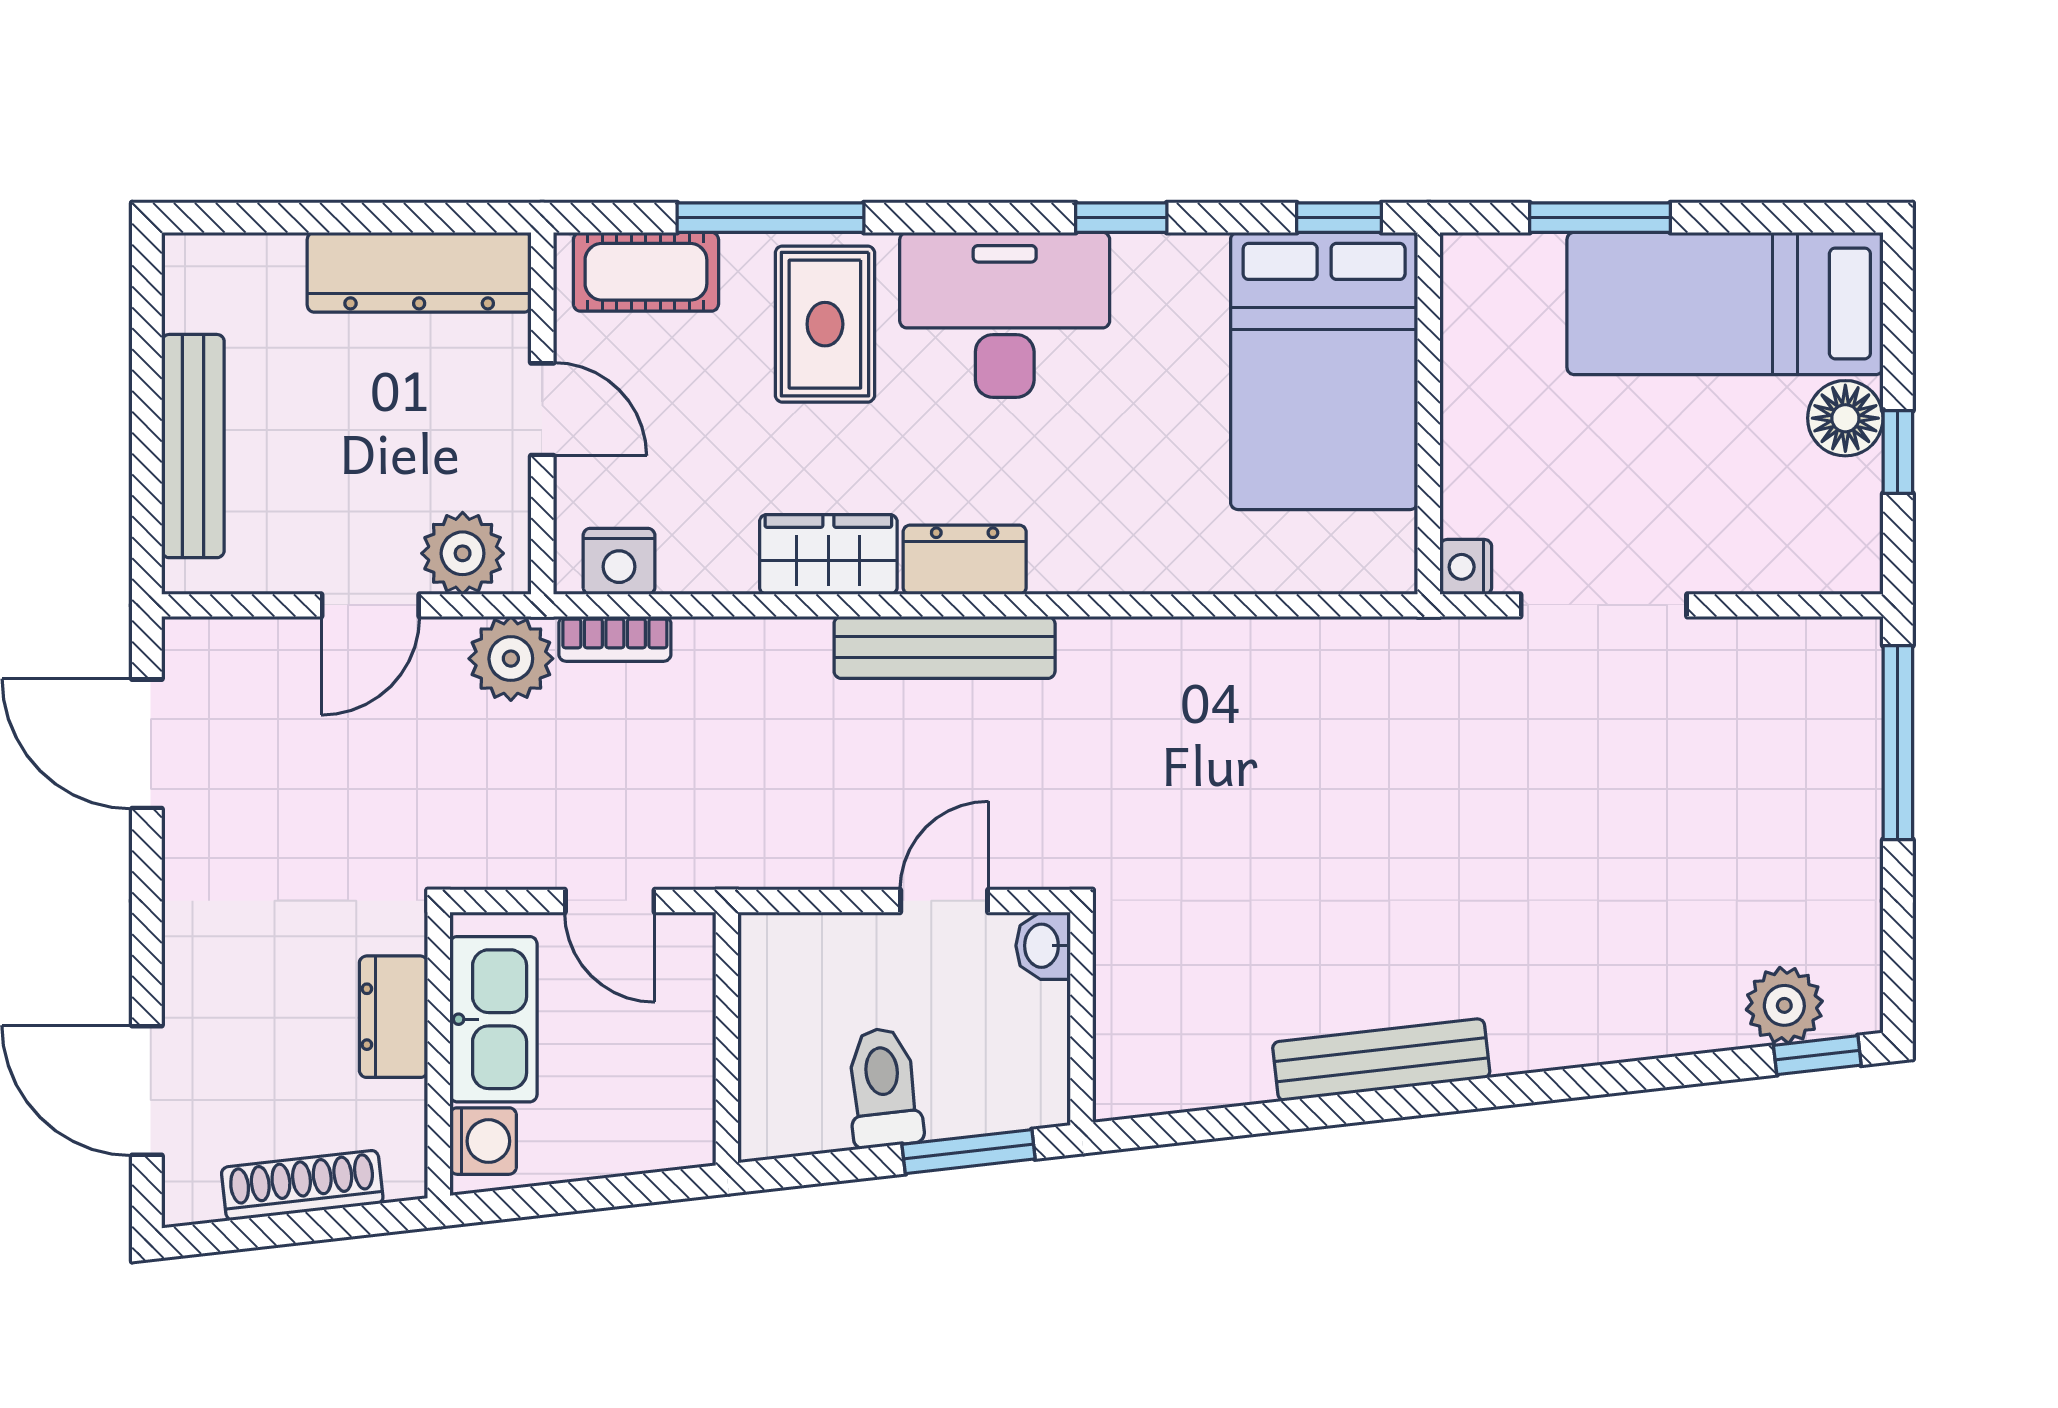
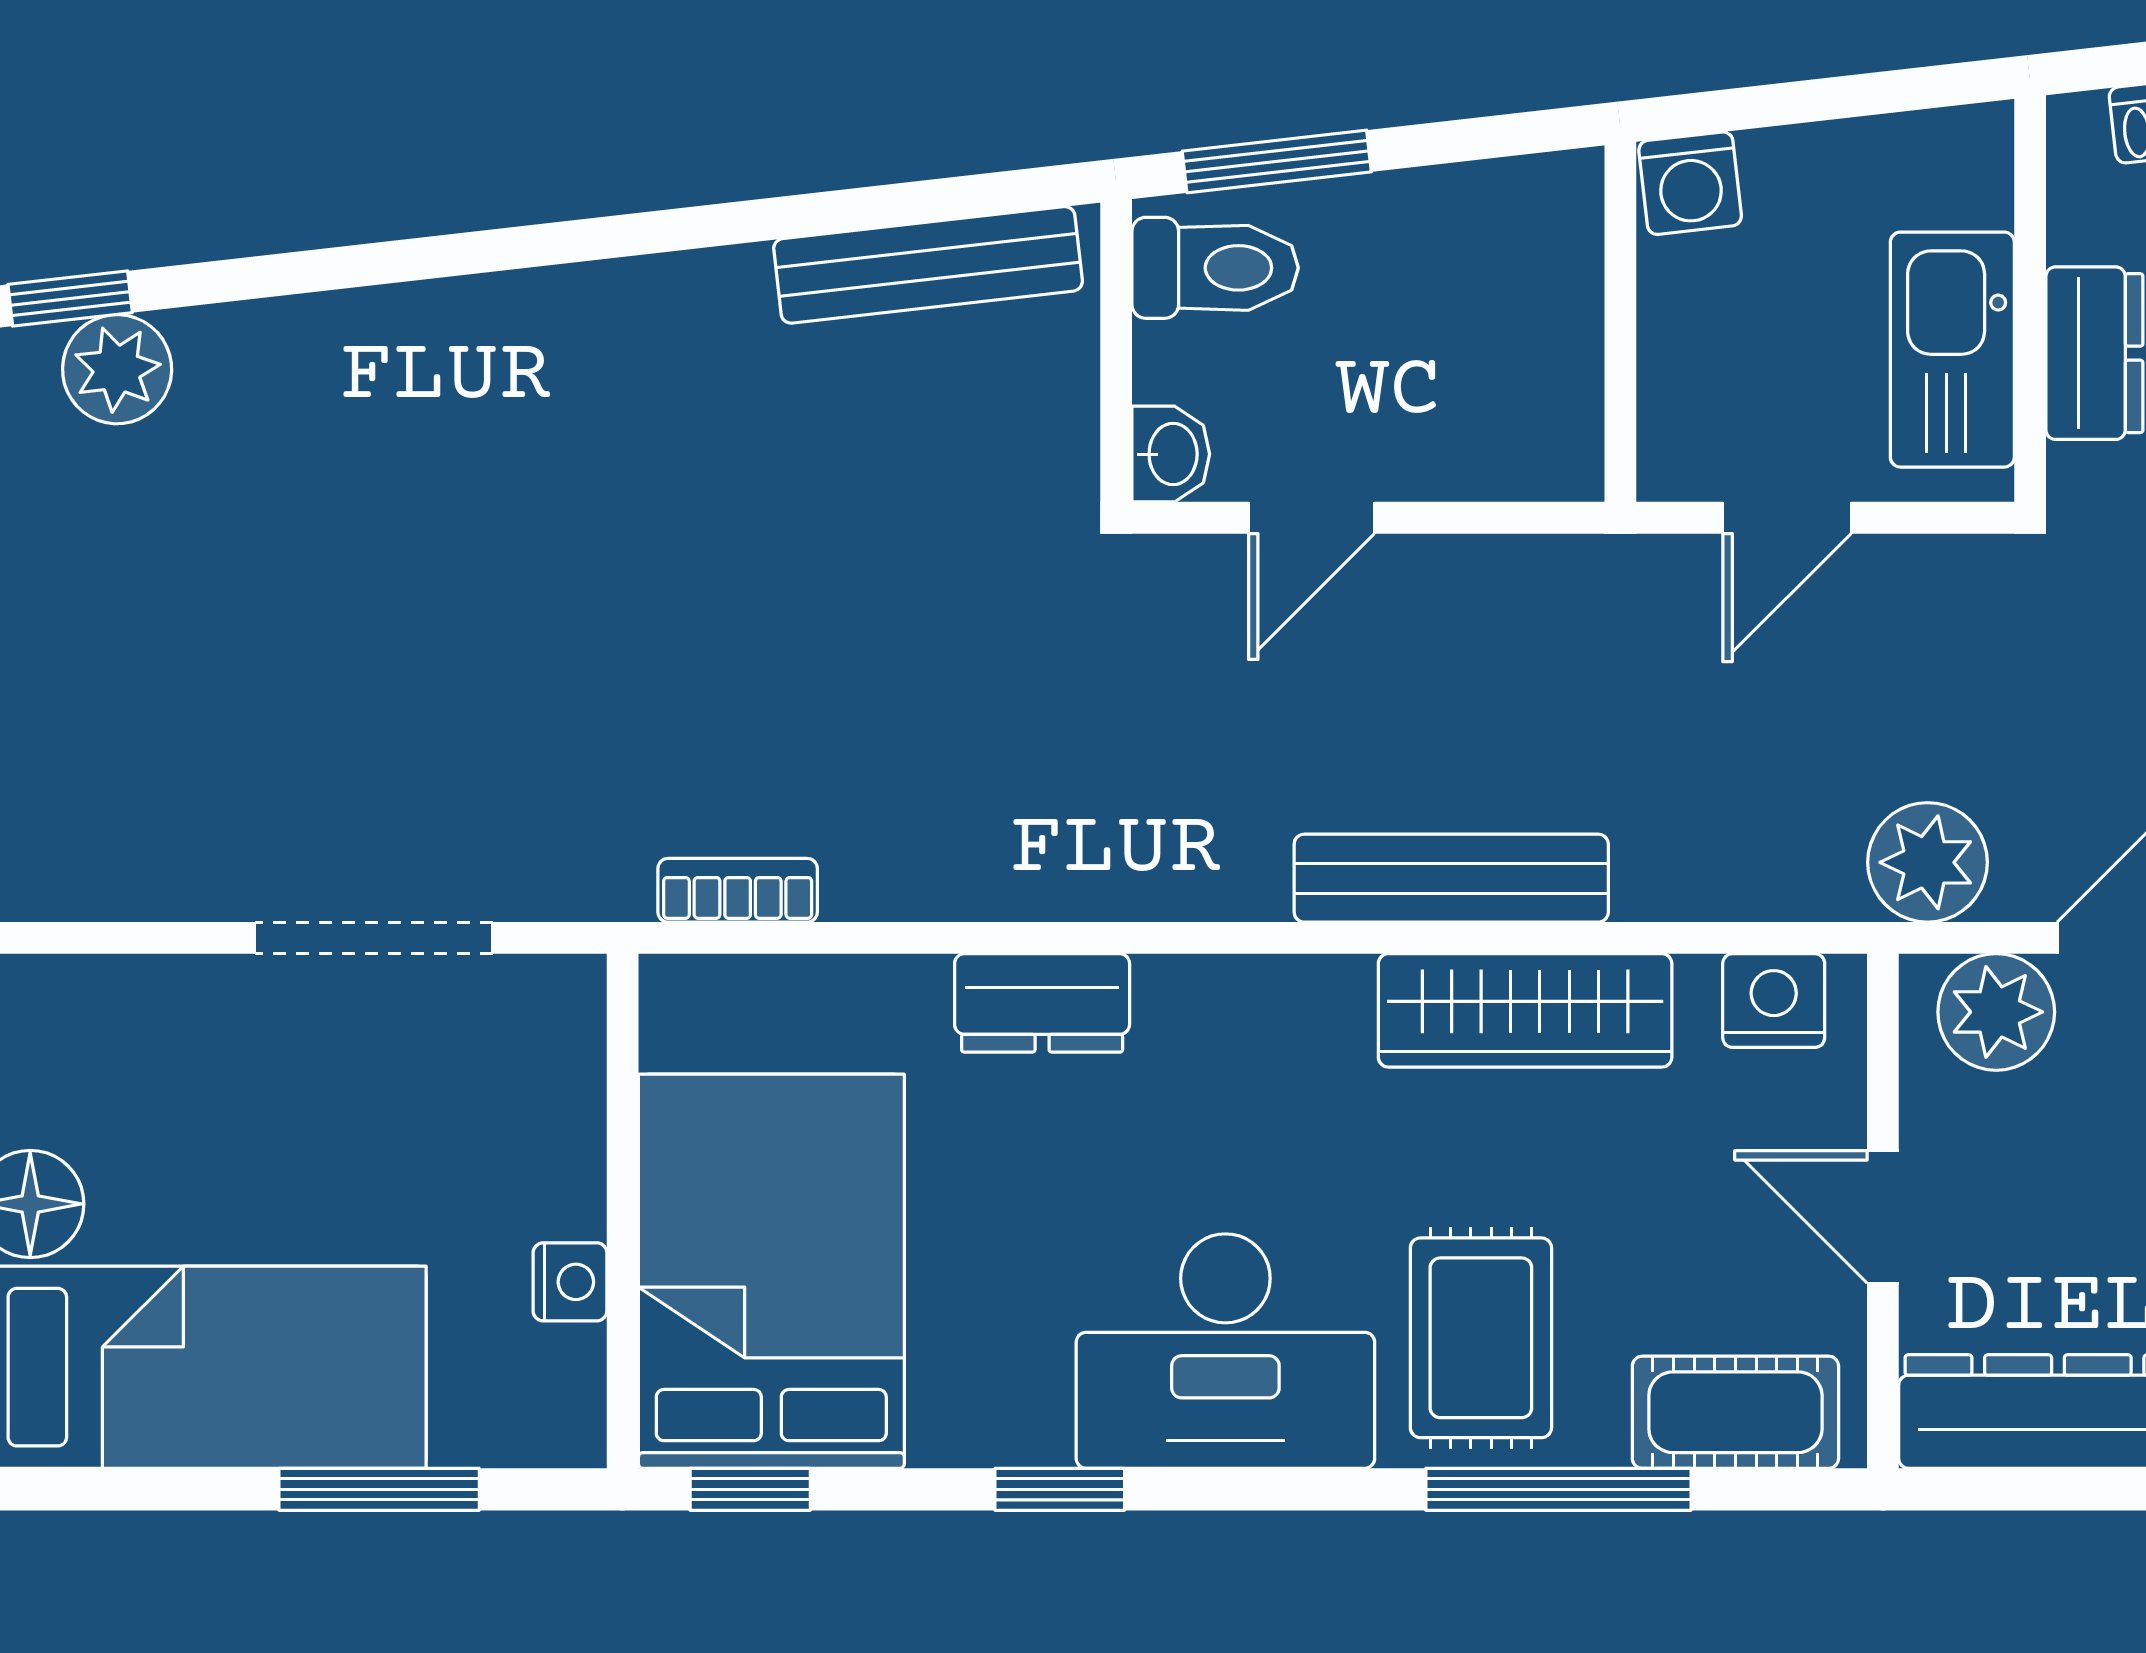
wardrobe: (828, 554) -> (1525, 1010), width x1.50
dresser: (965, 560) -> (1042, 1003), moved
nightstand: (1466, 567) -> (570, 1282), moved
bookcase: (615, 639) -> (738, 890), moved
bench: (945, 647) -> (1451, 878), moved
door: (610, 901) -> (1787, 518), swing flipped
bench: (1381, 1060) -> (928, 265), moved
toilet: (883, 1087) -> (1215, 268), moved, turned -84
washing machine: (483, 1141) -> (1690, 183), moved, turned -96

